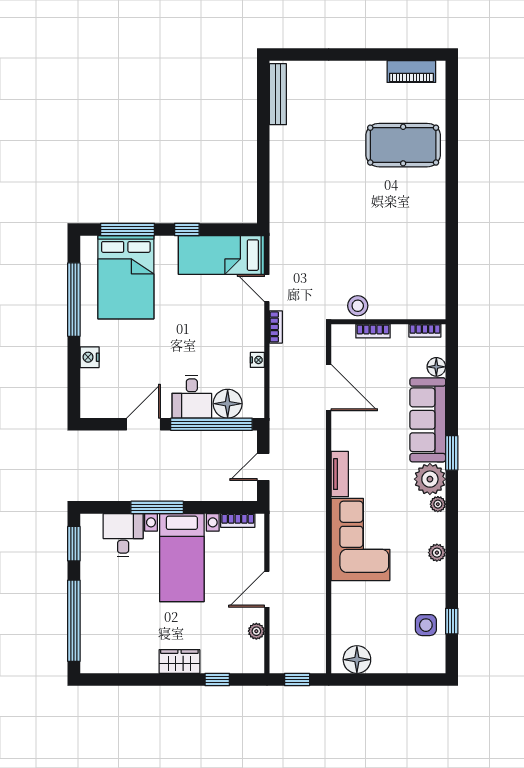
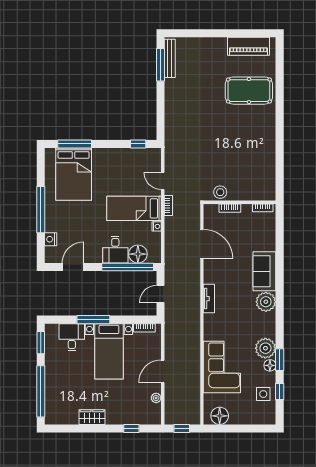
piano: (411, 72) -> (248, 46), width x1.37, depth x1.33
window: (263, 104) -> (160, 65), added
window: (187, 230) -> (138, 144), moved
bed: (221, 255) -> (134, 208), moved
window: (74, 300) -> (41, 210), moved
nightstand: (90, 357) -> (51, 239), moved
floor lamp: (436, 367) -> (270, 365), moved
sofa: (428, 420) -> (264, 271), width x0.73
door: (143, 424) -> (73, 267), moved
window: (452, 453) -> (280, 360), moved
plant: (438, 504) -> (271, 318), removed
corner sofa: (360, 539) -> (222, 367), moved
plant: (437, 553) -> (265, 348), width x1.87, depth x1.87
wardrobe: (179, 662) -> (92, 417), moved

